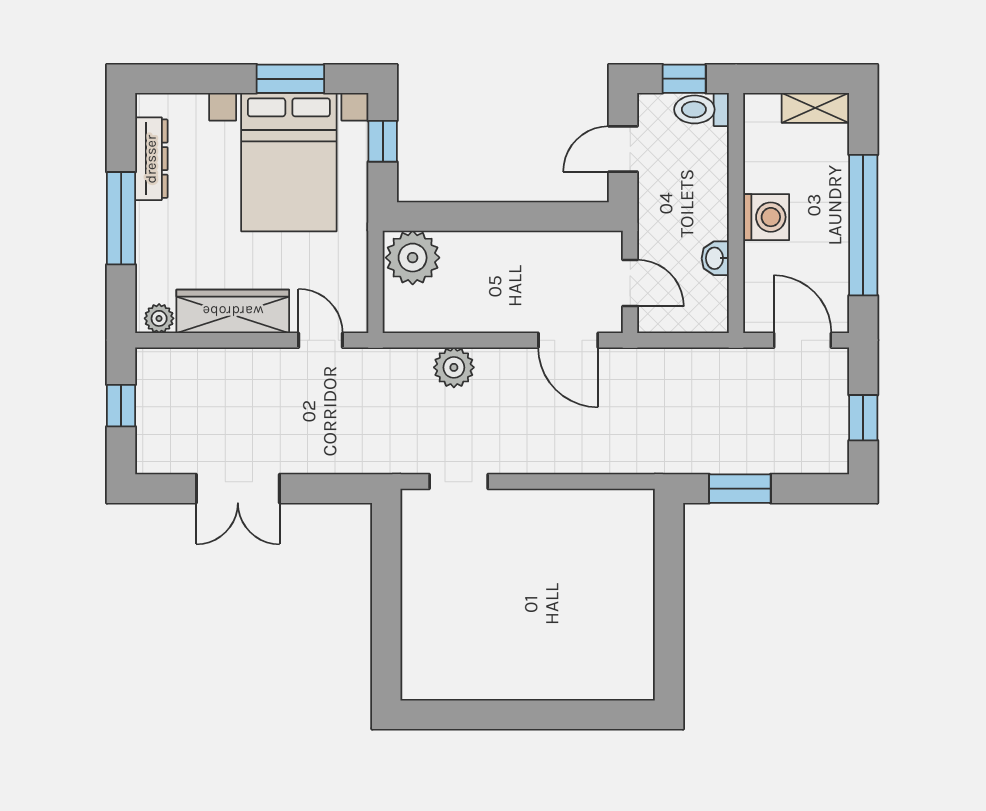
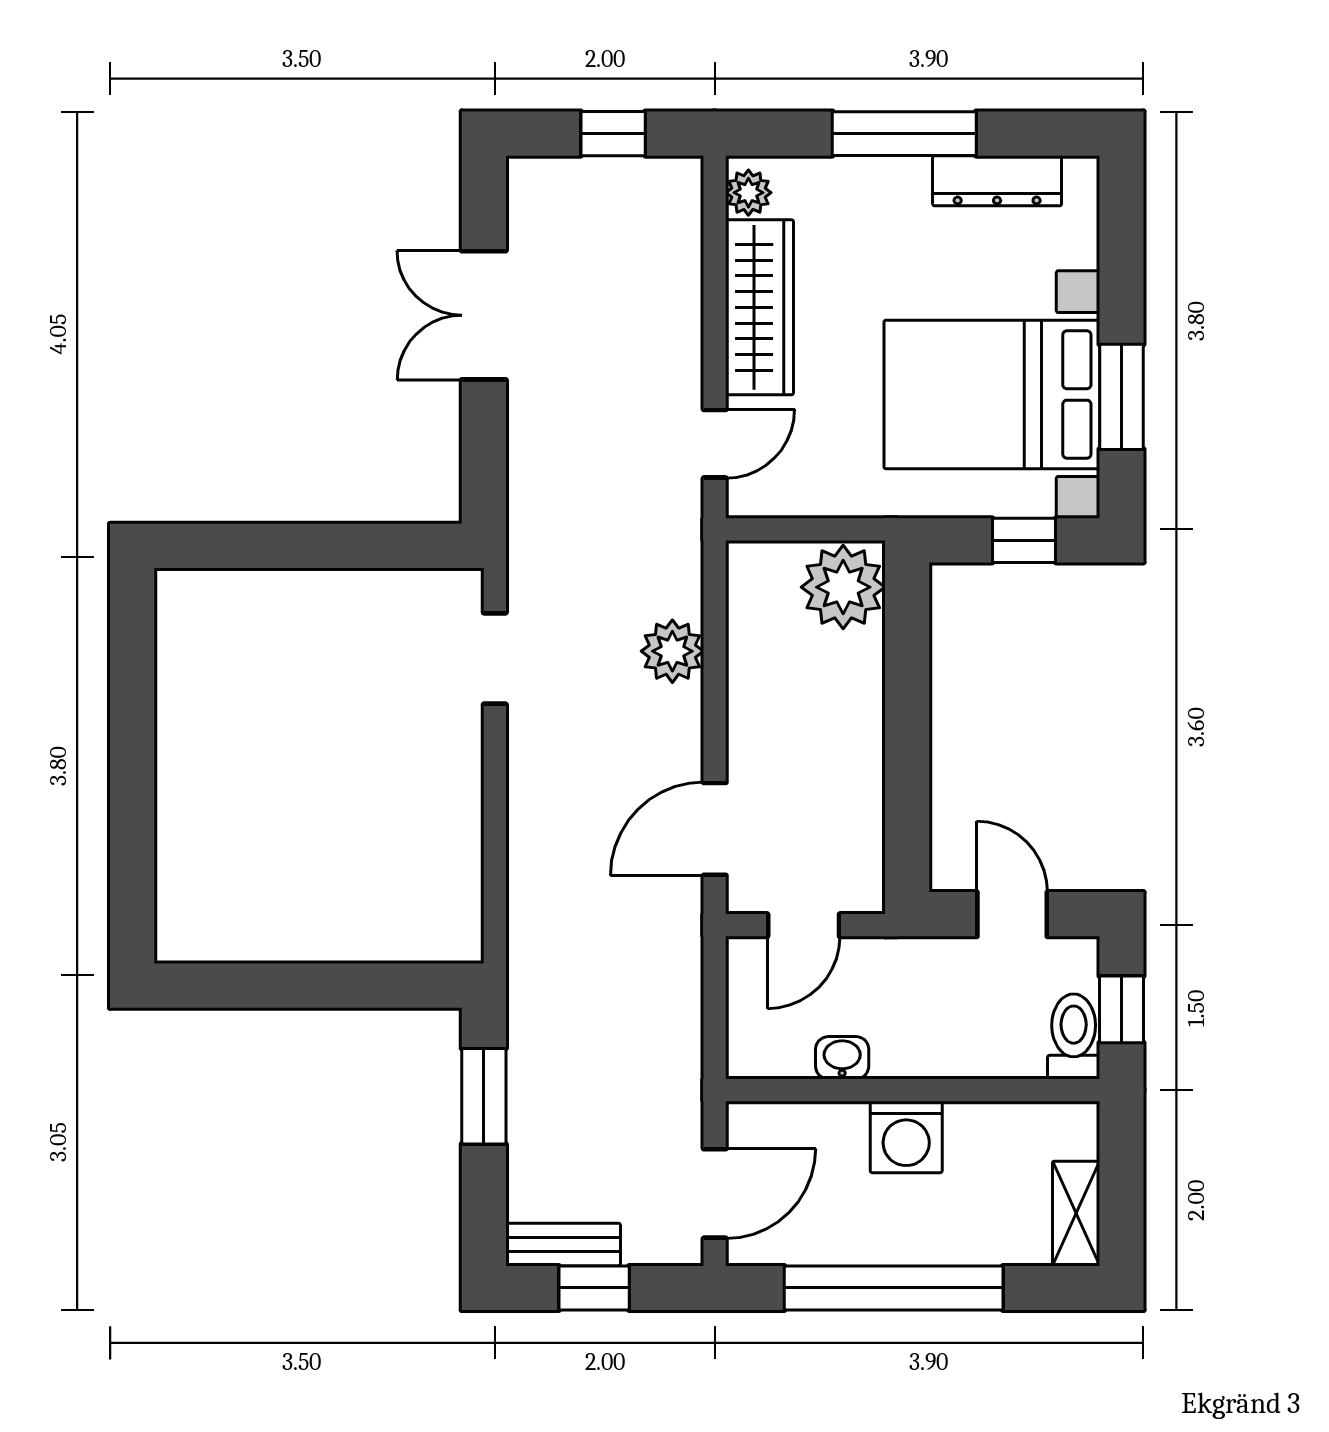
bench: (835, 437) -> (564, 1245), added

